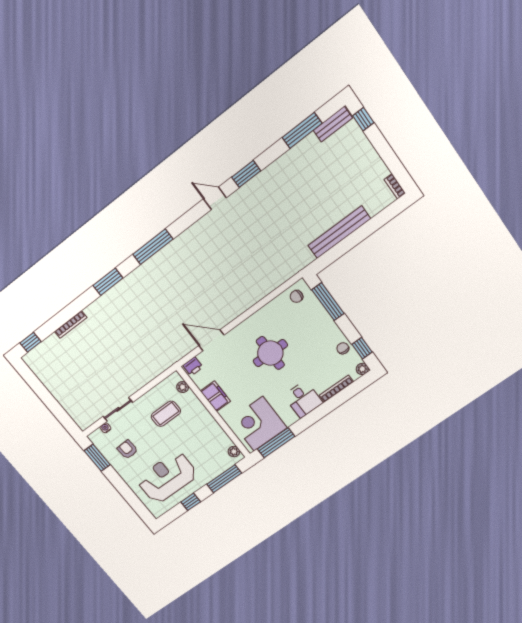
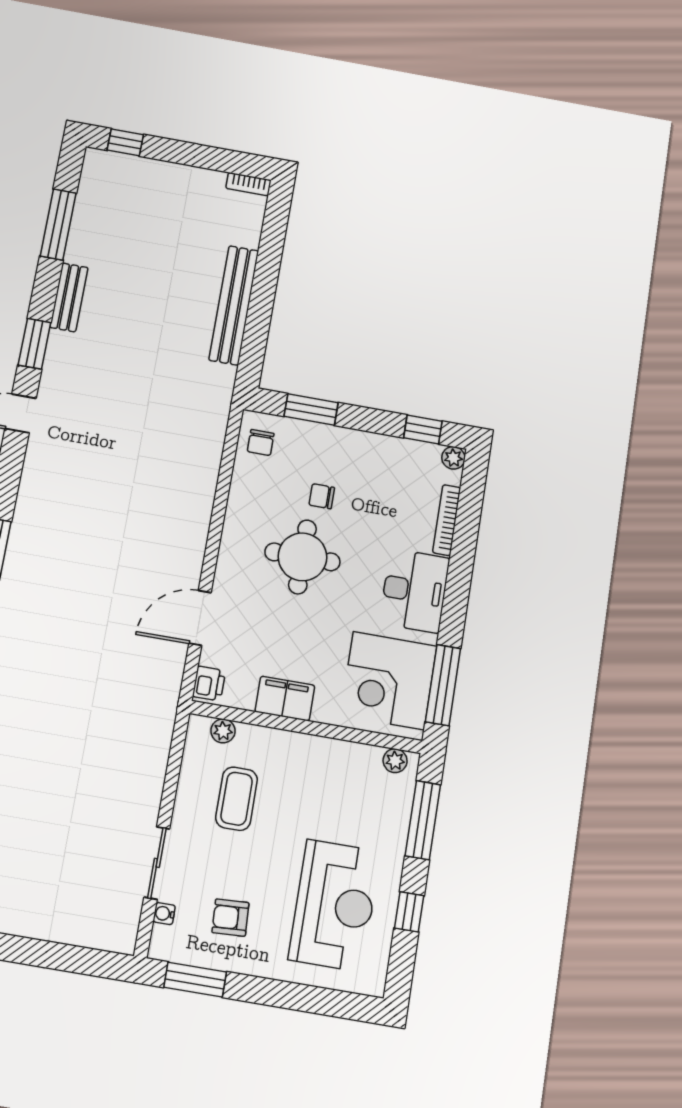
bench: (333, 124) -> (69, 297), moved
window: (328, 302) -> (311, 409), width x0.69
chair: (343, 348) -> (322, 496), moved
desk: (303, 399) -> (414, 591), width x1.37
reception desk: (167, 477) -> (334, 905), turned 180

